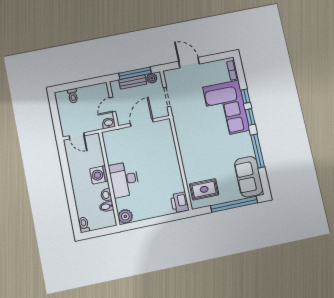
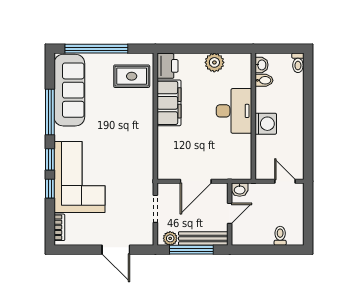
bench: (133, 82) -> (203, 239), width x1.36
filing cabinet: (173, 175) -> (169, 103), added
sofa: (249, 177) -> (69, 90), width x1.36
washbasin: (106, 195) -> (261, 65), moved
plant: (125, 216) -> (214, 62), moved

